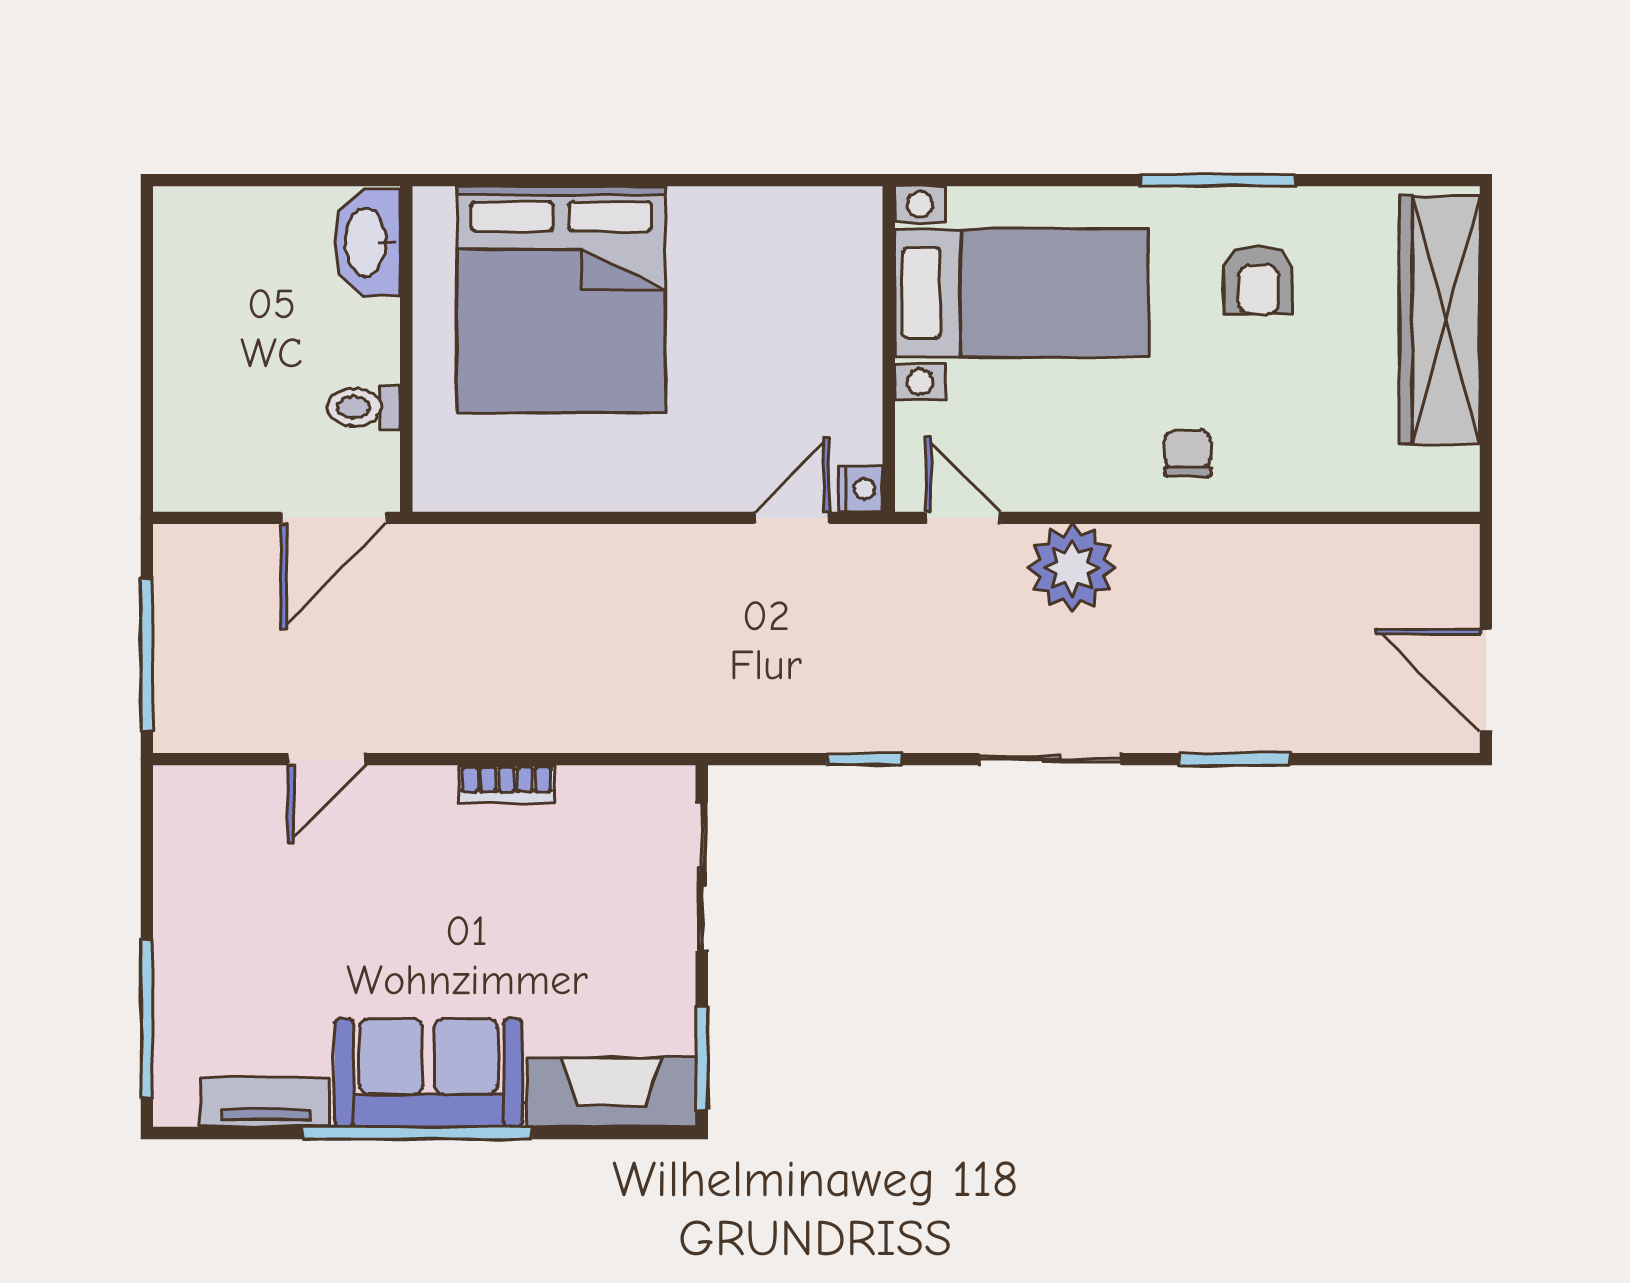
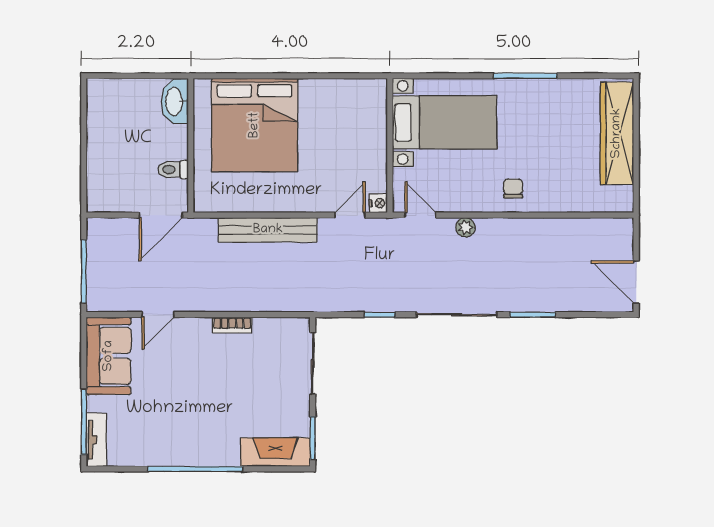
armchair: (1258, 280) -> (542, 117), removed
bench: (593, 554) -> (268, 230), added
plant: (1072, 568) -> (465, 227), width x0.53, depth x0.53
sliding door: (1050, 759) -> (456, 315), width x1.37
sofa: (428, 1073) -> (109, 356), moved, turned 90
tv unit: (265, 1102) -> (96, 440), moved, turned 90

